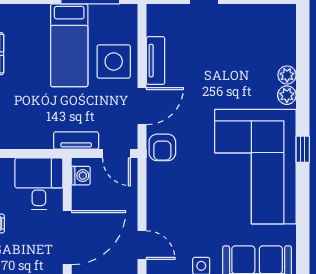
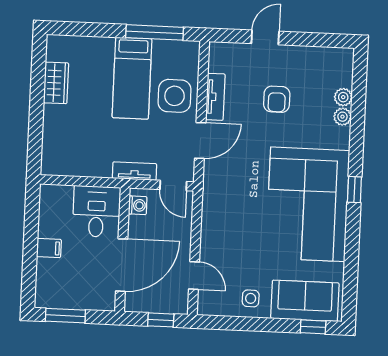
plant: (287, 95) -> (343, 97), moved
armchair: (162, 147) -> (277, 99), moved

